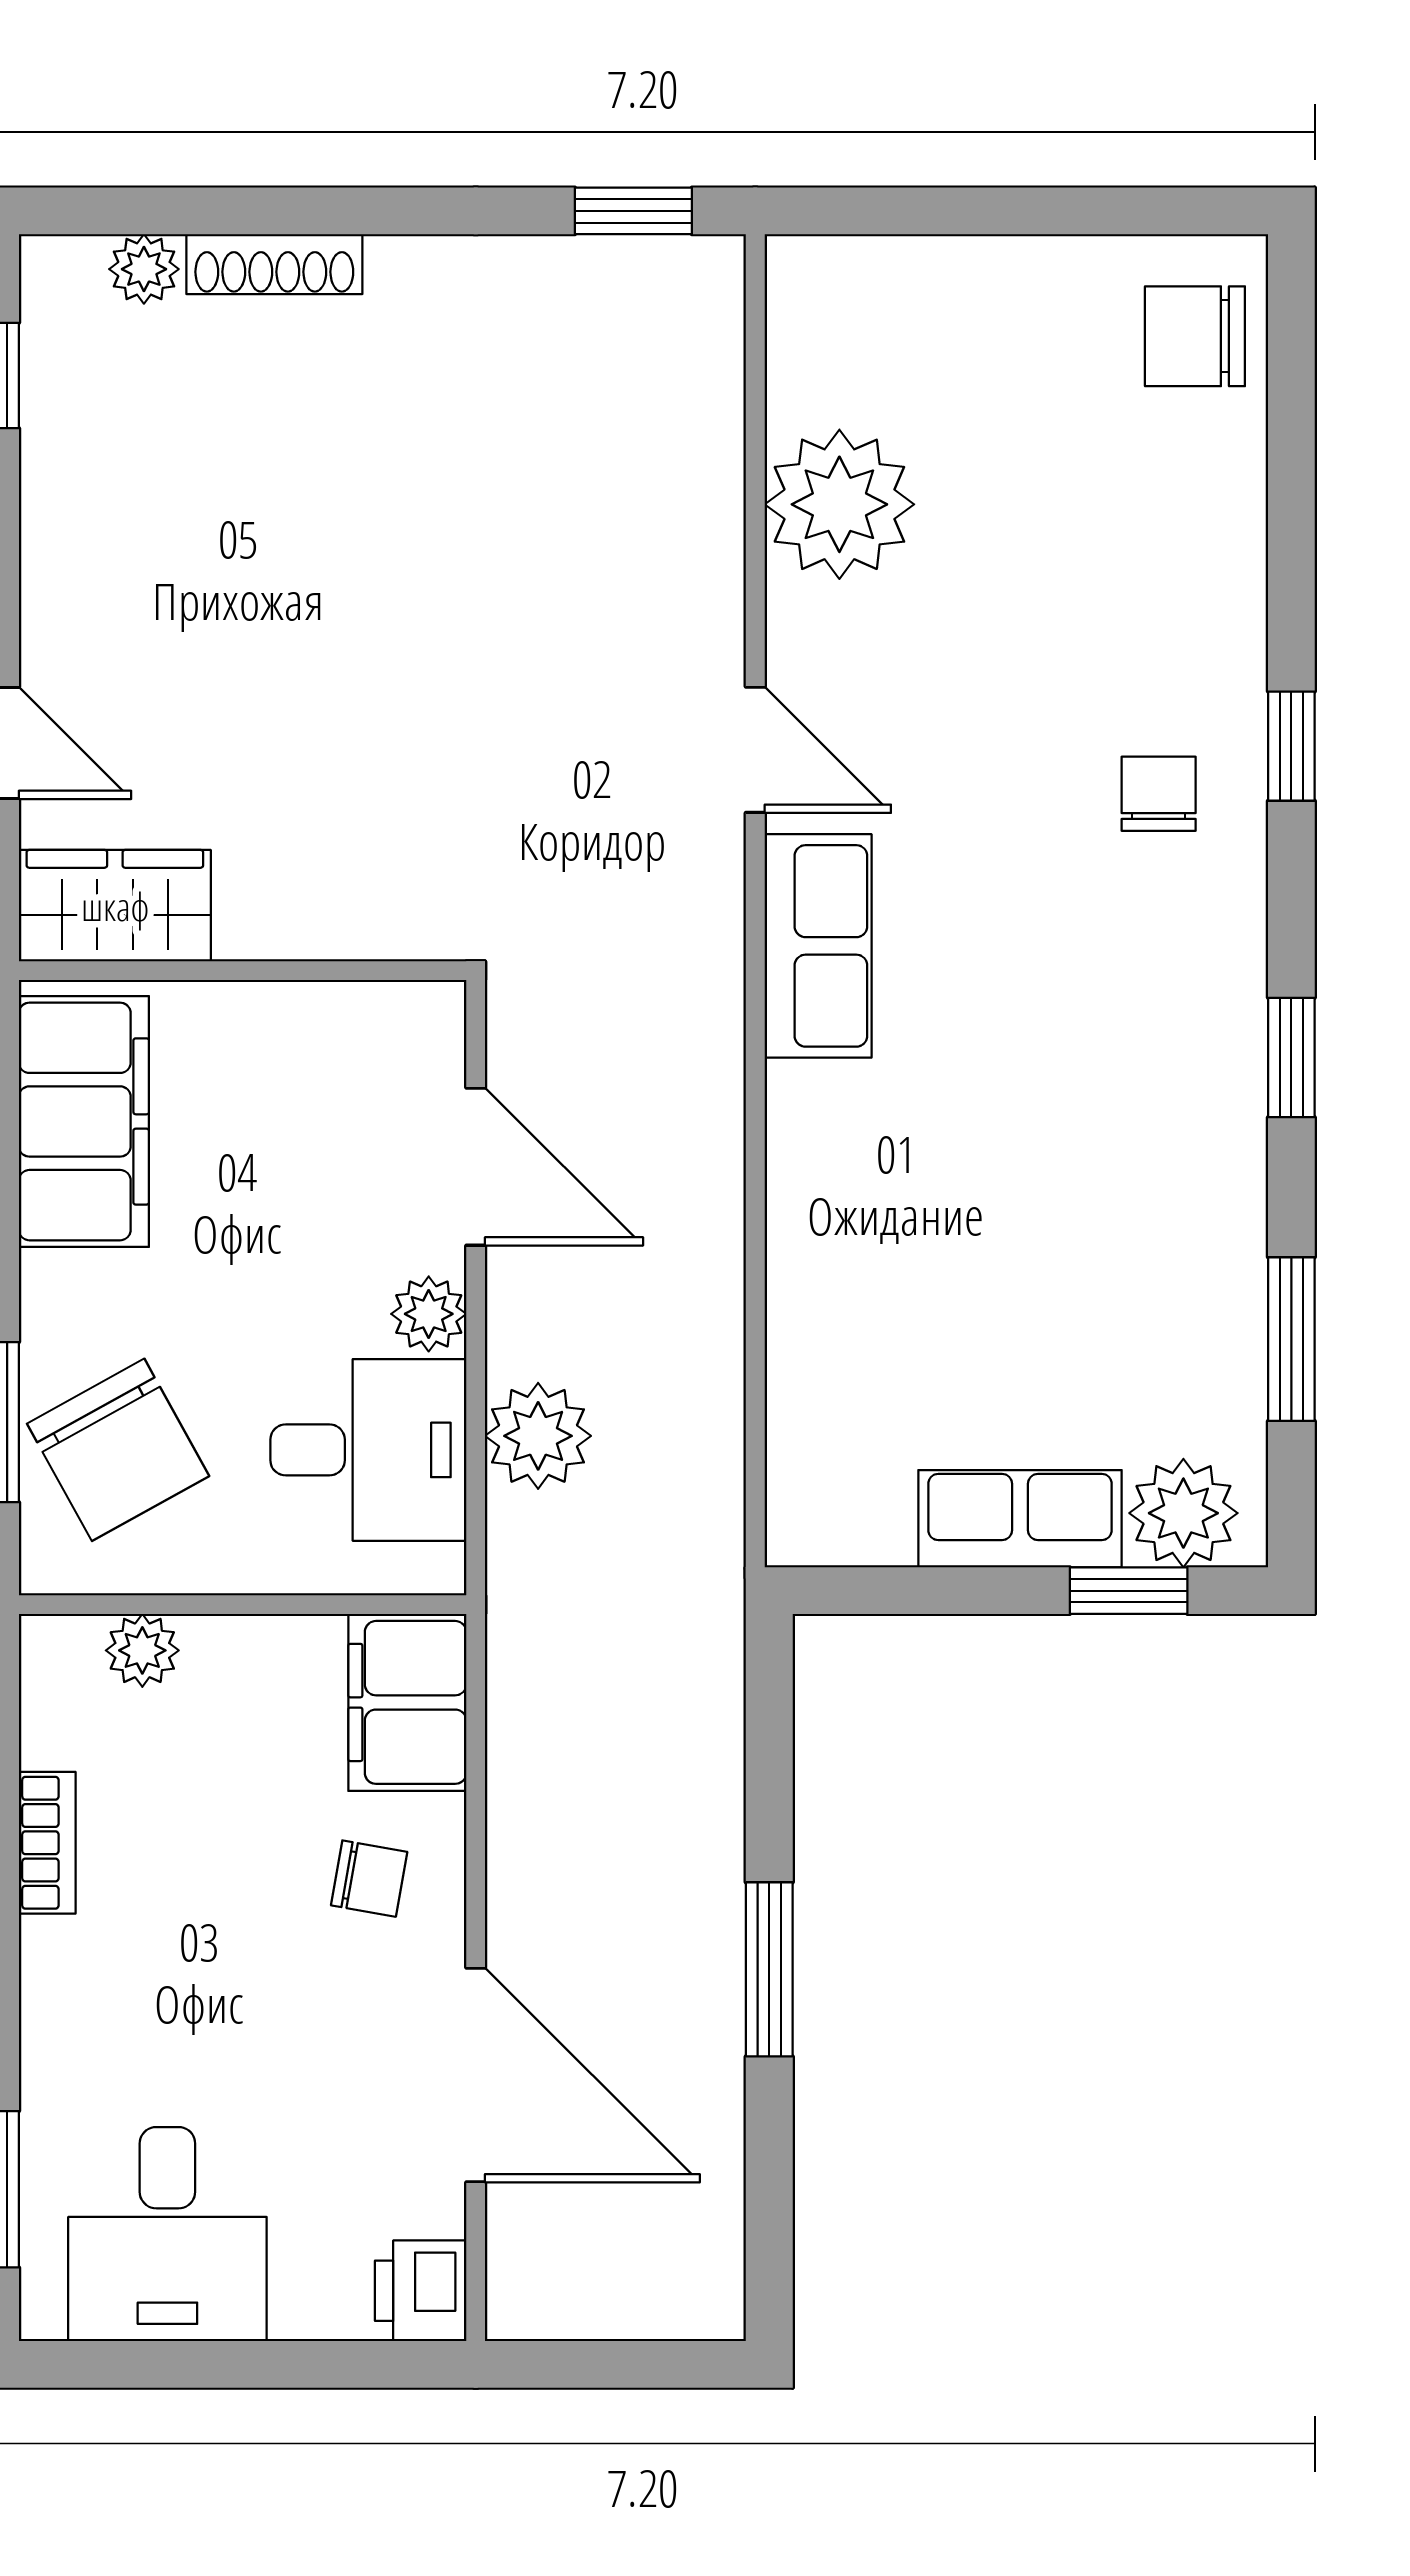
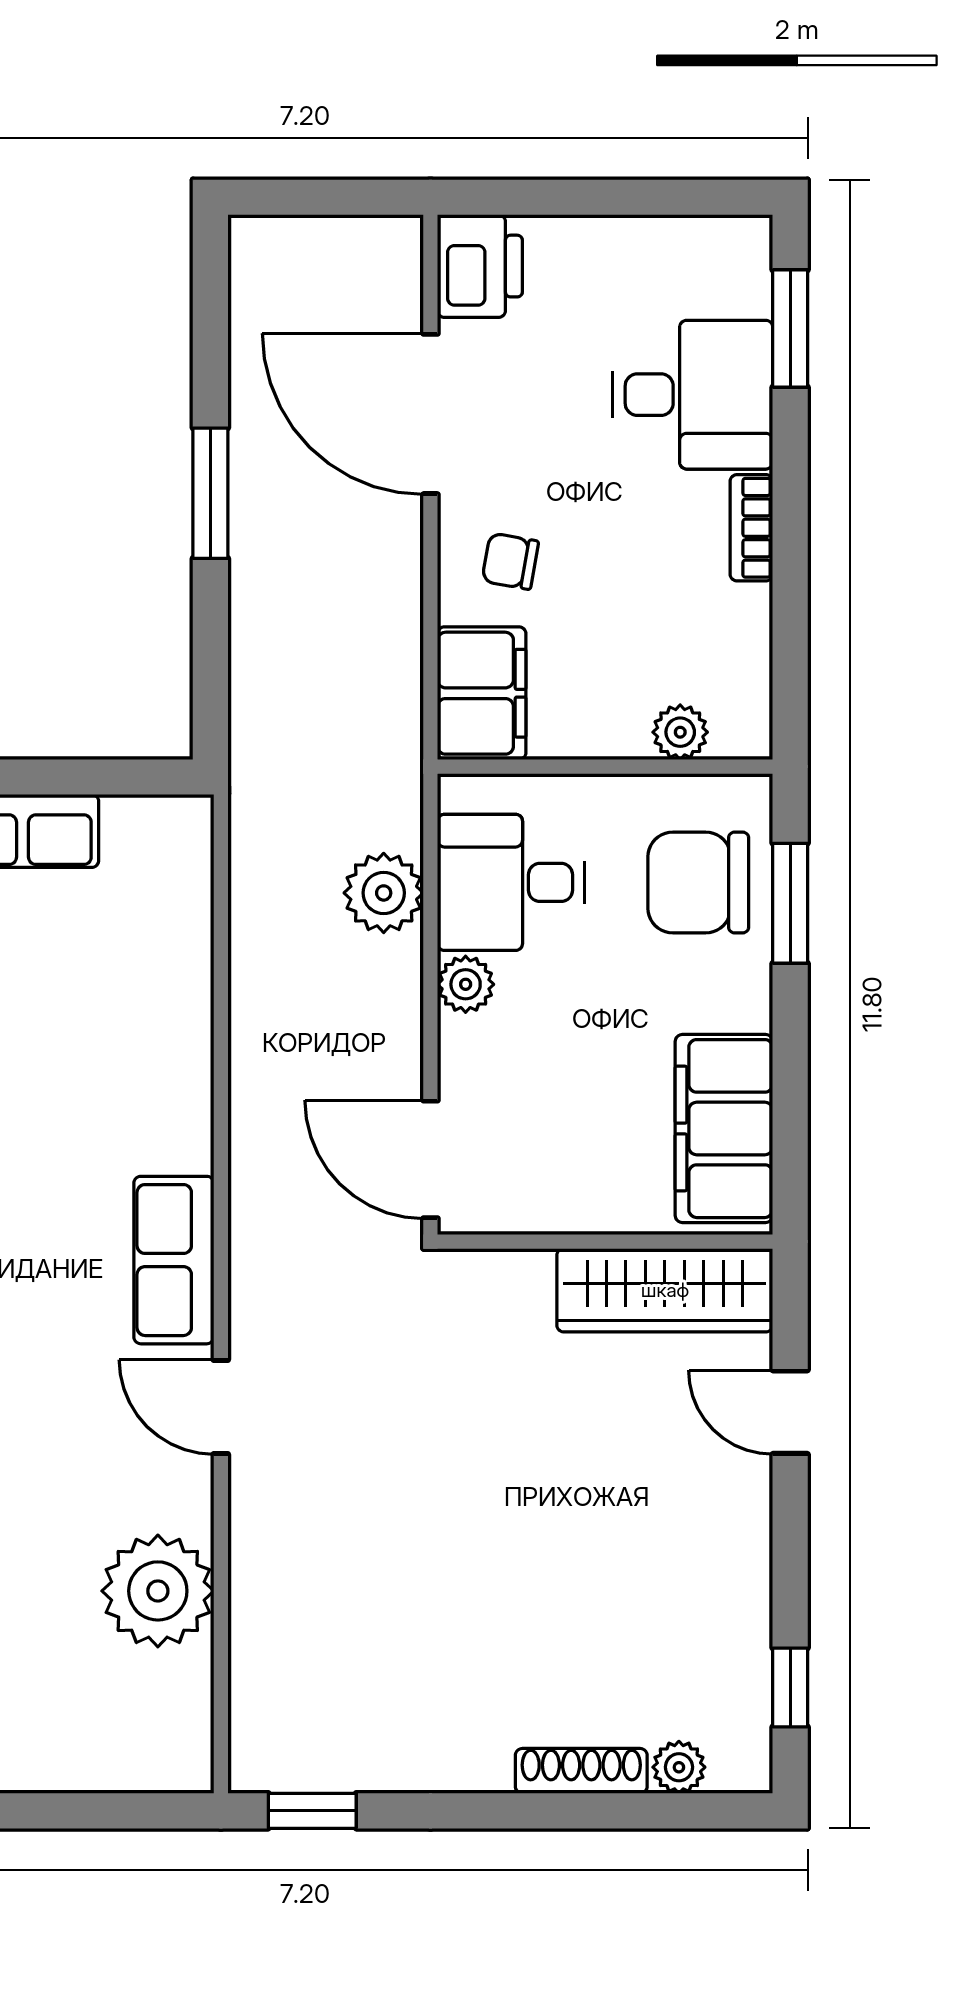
wardrobe: (115, 906) -> (665, 1290), width x1.50
door: (476, 1167) -> (430, 1159), moved
chair: (118, 1450) -> (698, 882), turned -61
bookcase: (47, 1843) -> (751, 528), moved
desk: (167, 2234) -> (692, 395), moved, turned 90
printer: (421, 2291) -> (480, 266), width x1.36, depth x1.24

